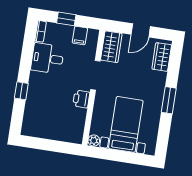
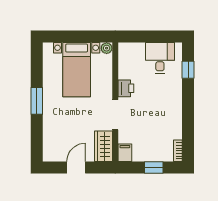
filing cabinet: (80, 35) -> (125, 153), moved
wardrobe: (162, 57) -> (51, 144), removed
desk: (47, 58) -> (160, 58), moved, turned -90
window: (21, 91) -> (188, 70), moved

